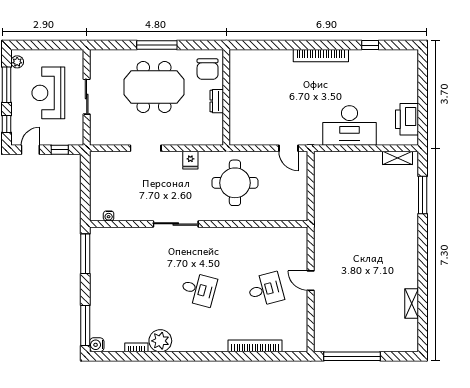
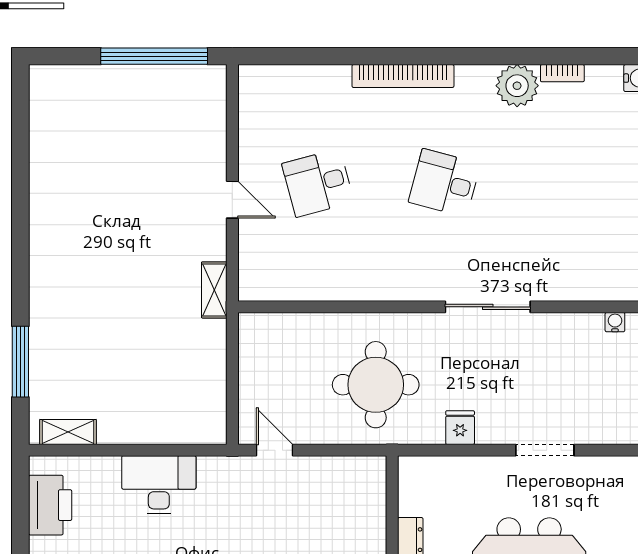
desk: (349, 125) -> (159, 485), width x0.73, depth x0.77
shelving: (412, 303) -> (214, 290), moved
bookcase: (255, 346) -> (403, 76), moved

